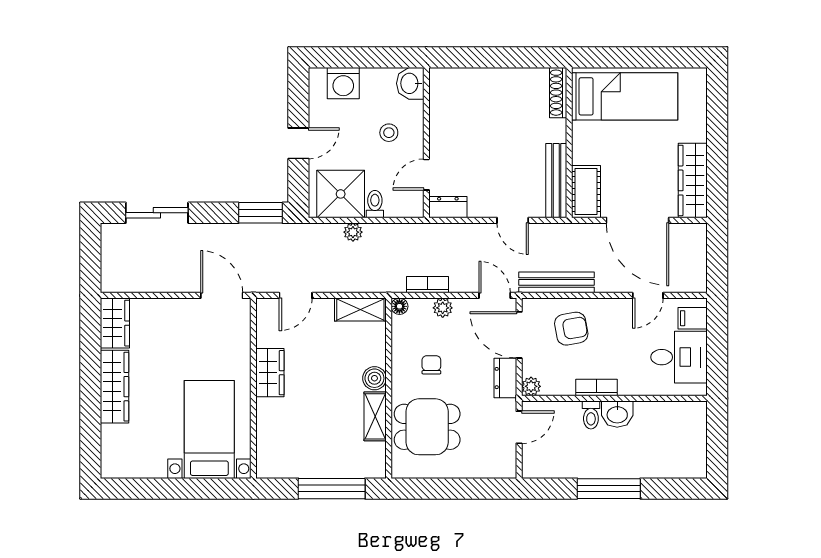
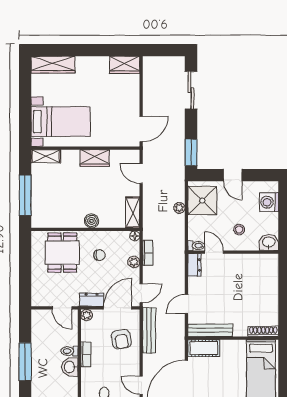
toilet: (375, 204) -> (196, 246), moved
wardrobe: (114, 387) -> (53, 65), moved
shelving: (375, 416) -> (46, 156), moved

